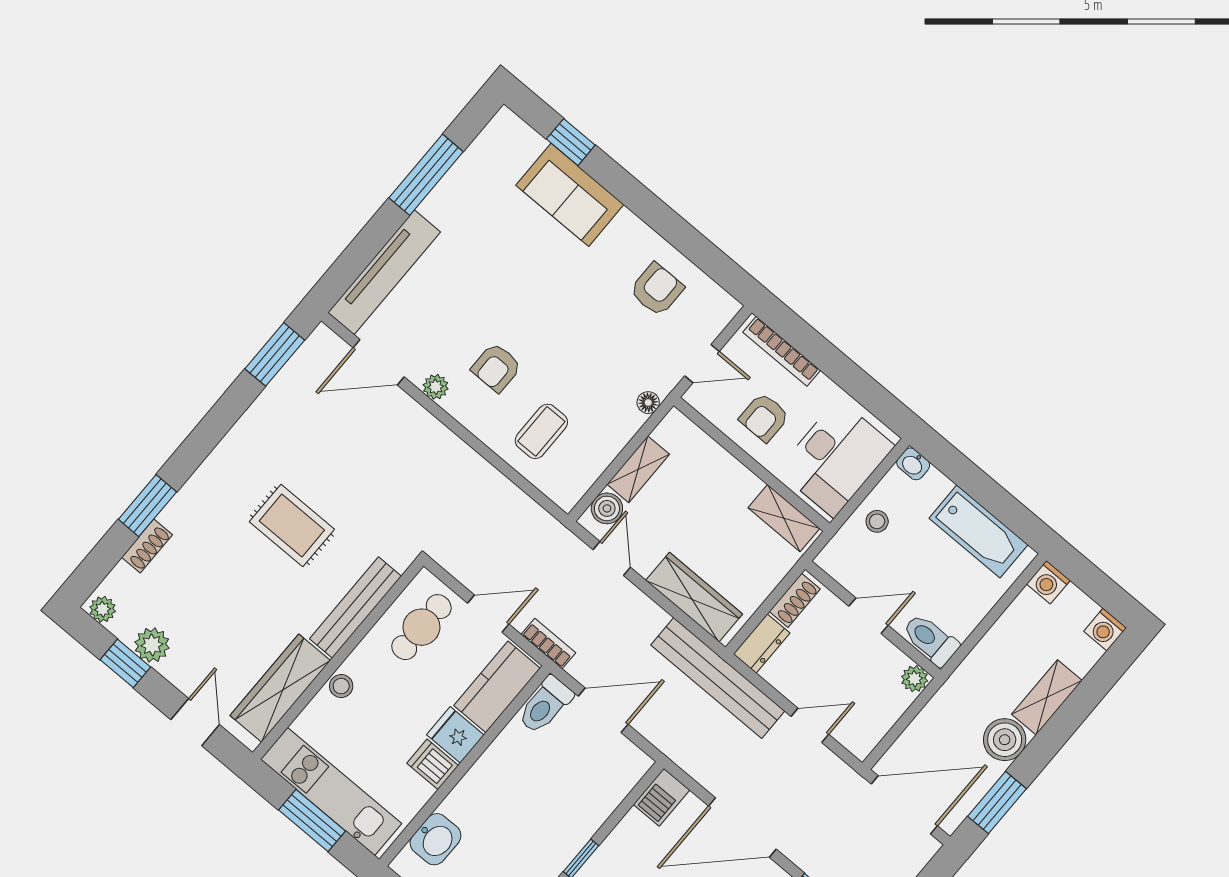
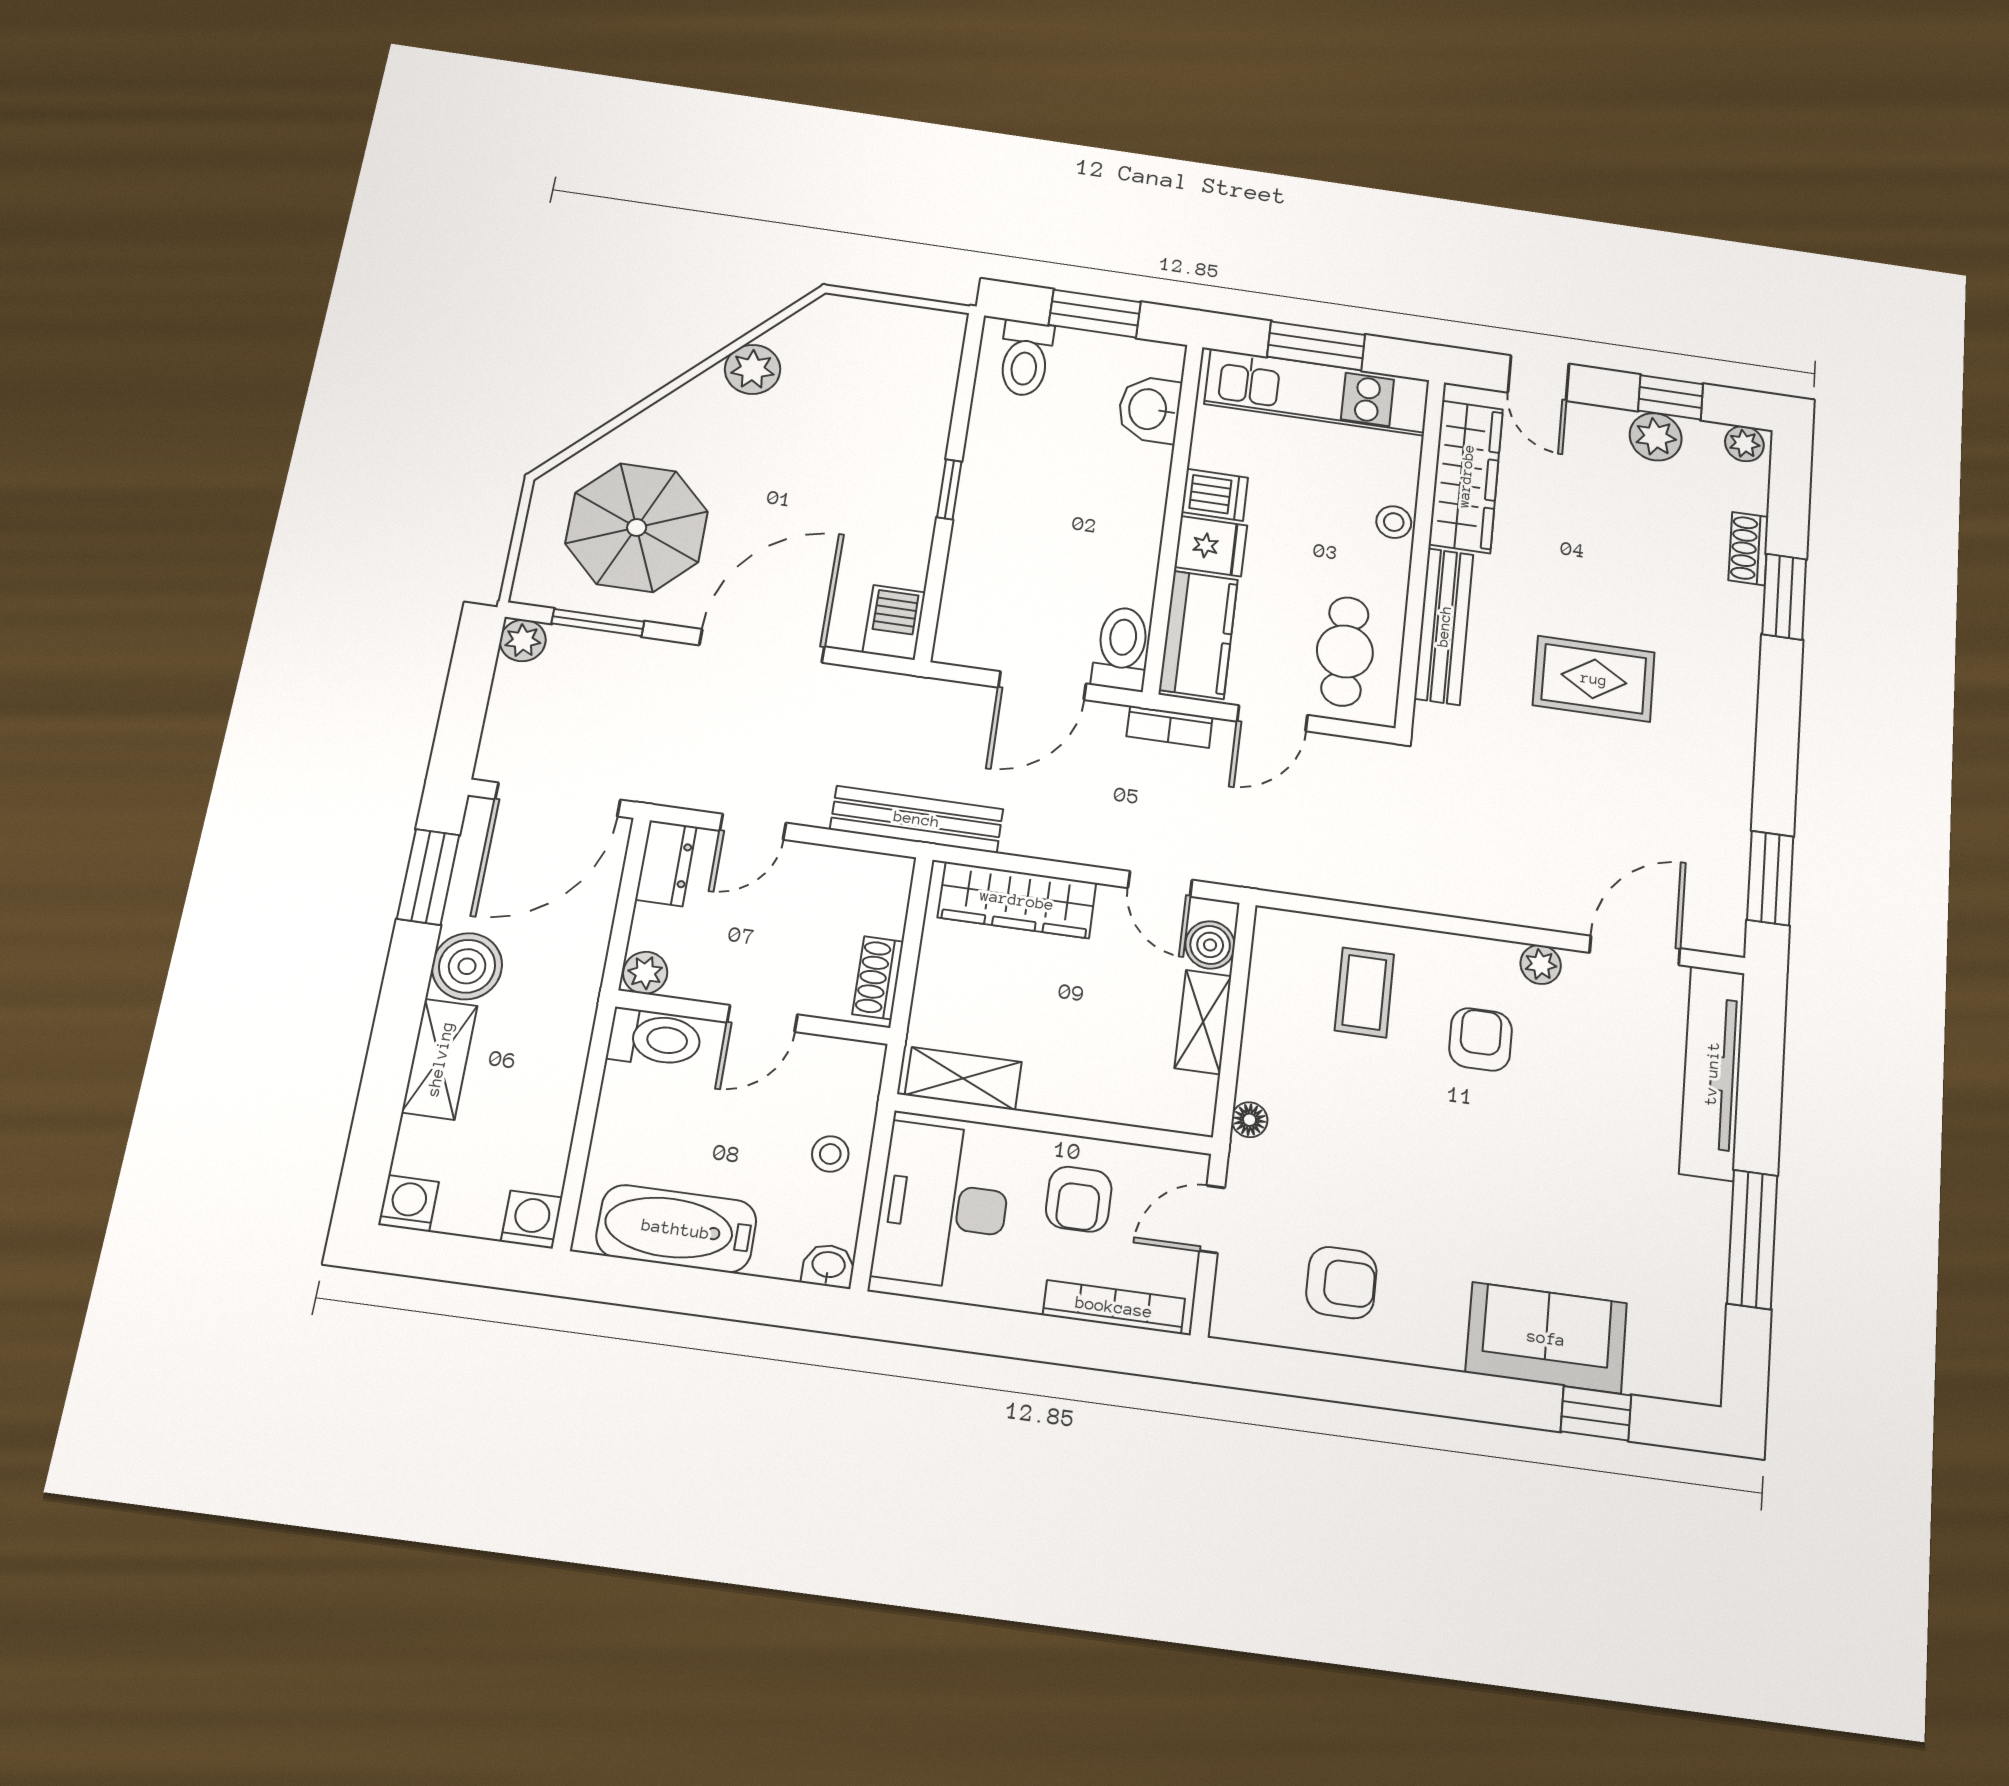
armchair: (657, 289) -> (1341, 1283), turned -90
armchair: (764, 417) -> (1079, 1199), turned 180
dresser: (762, 644) -> (666, 863), moved, turned 180
bench: (718, 678) -> (917, 819), width x0.73, depth x0.82

